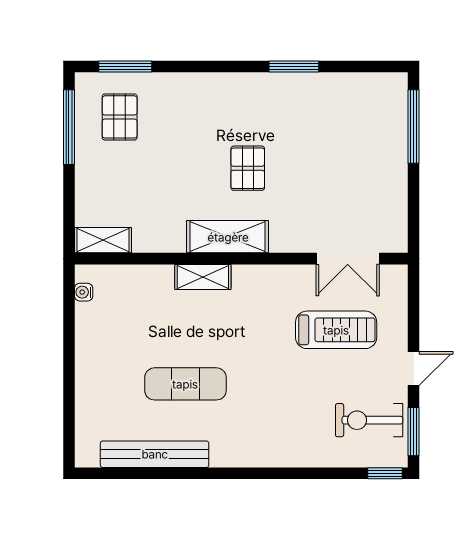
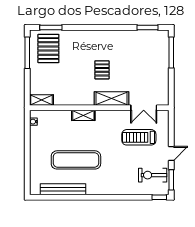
window: (294, 67) -> (147, 27), moved
pallet: (120, 117) -> (48, 48), width x1.50, depth x1.42
shelving: (228, 237) -> (112, 98), moved
treadmill: (336, 330) -> (139, 137), turned 180
exercise mat: (185, 384) -> (76, 160), width x1.36, depth x1.45

